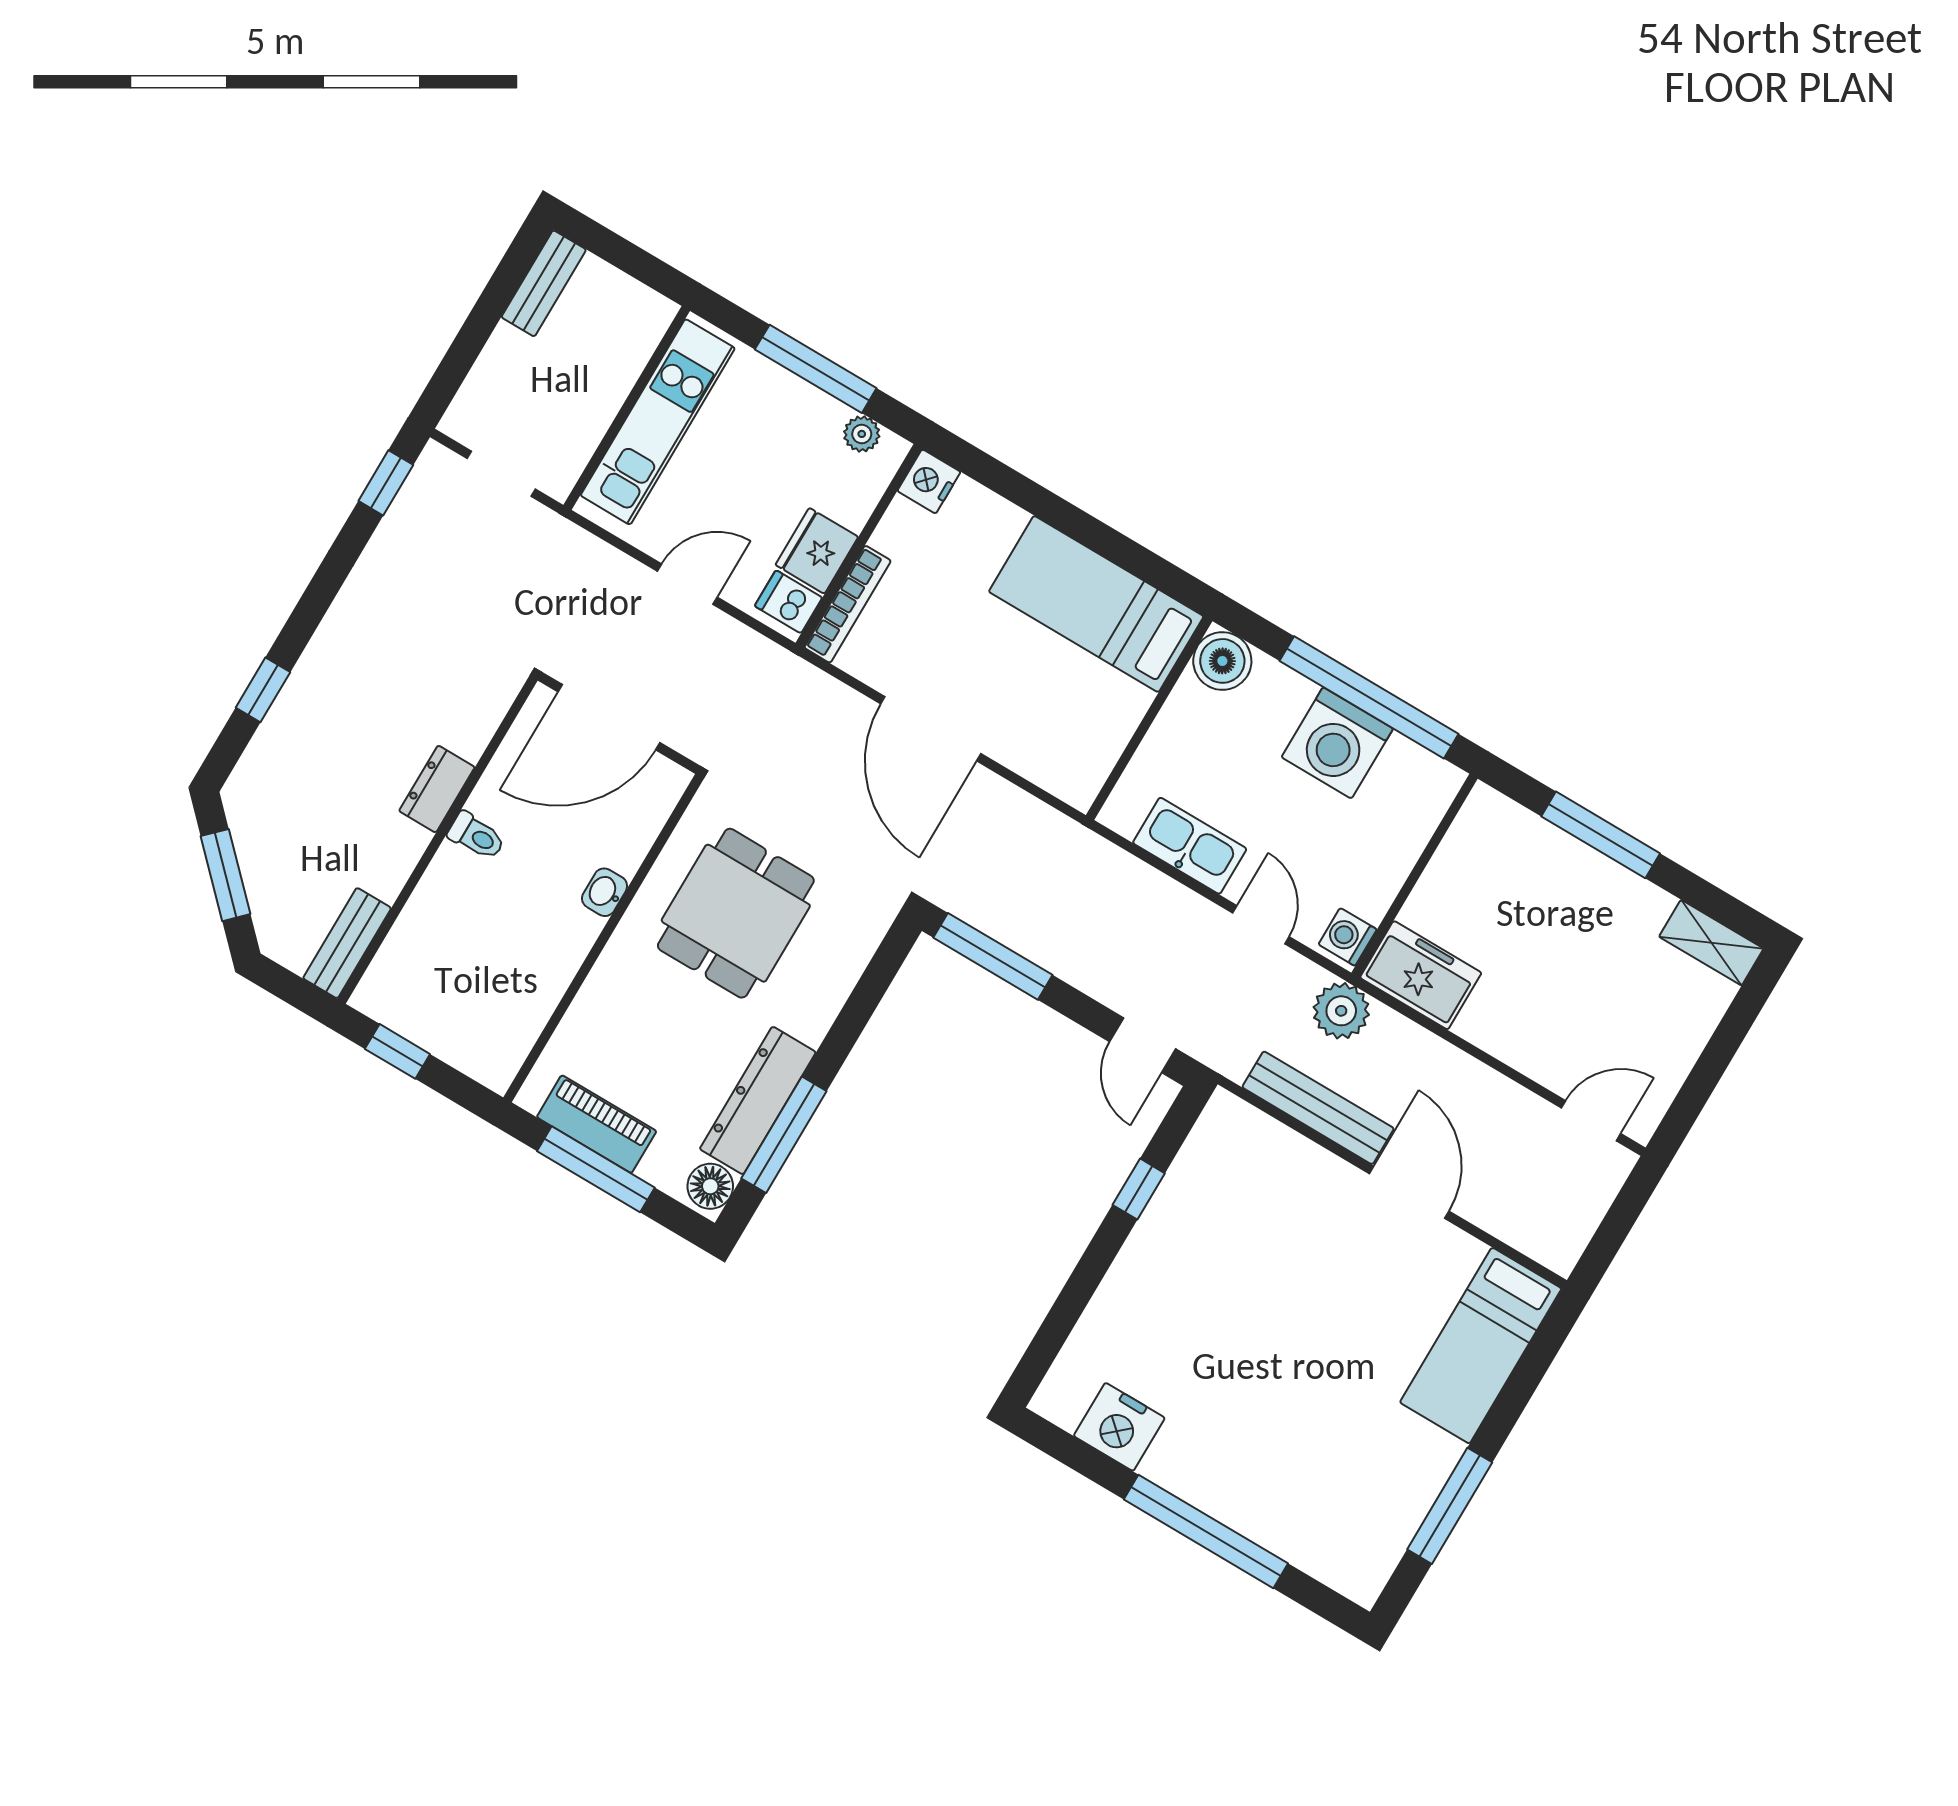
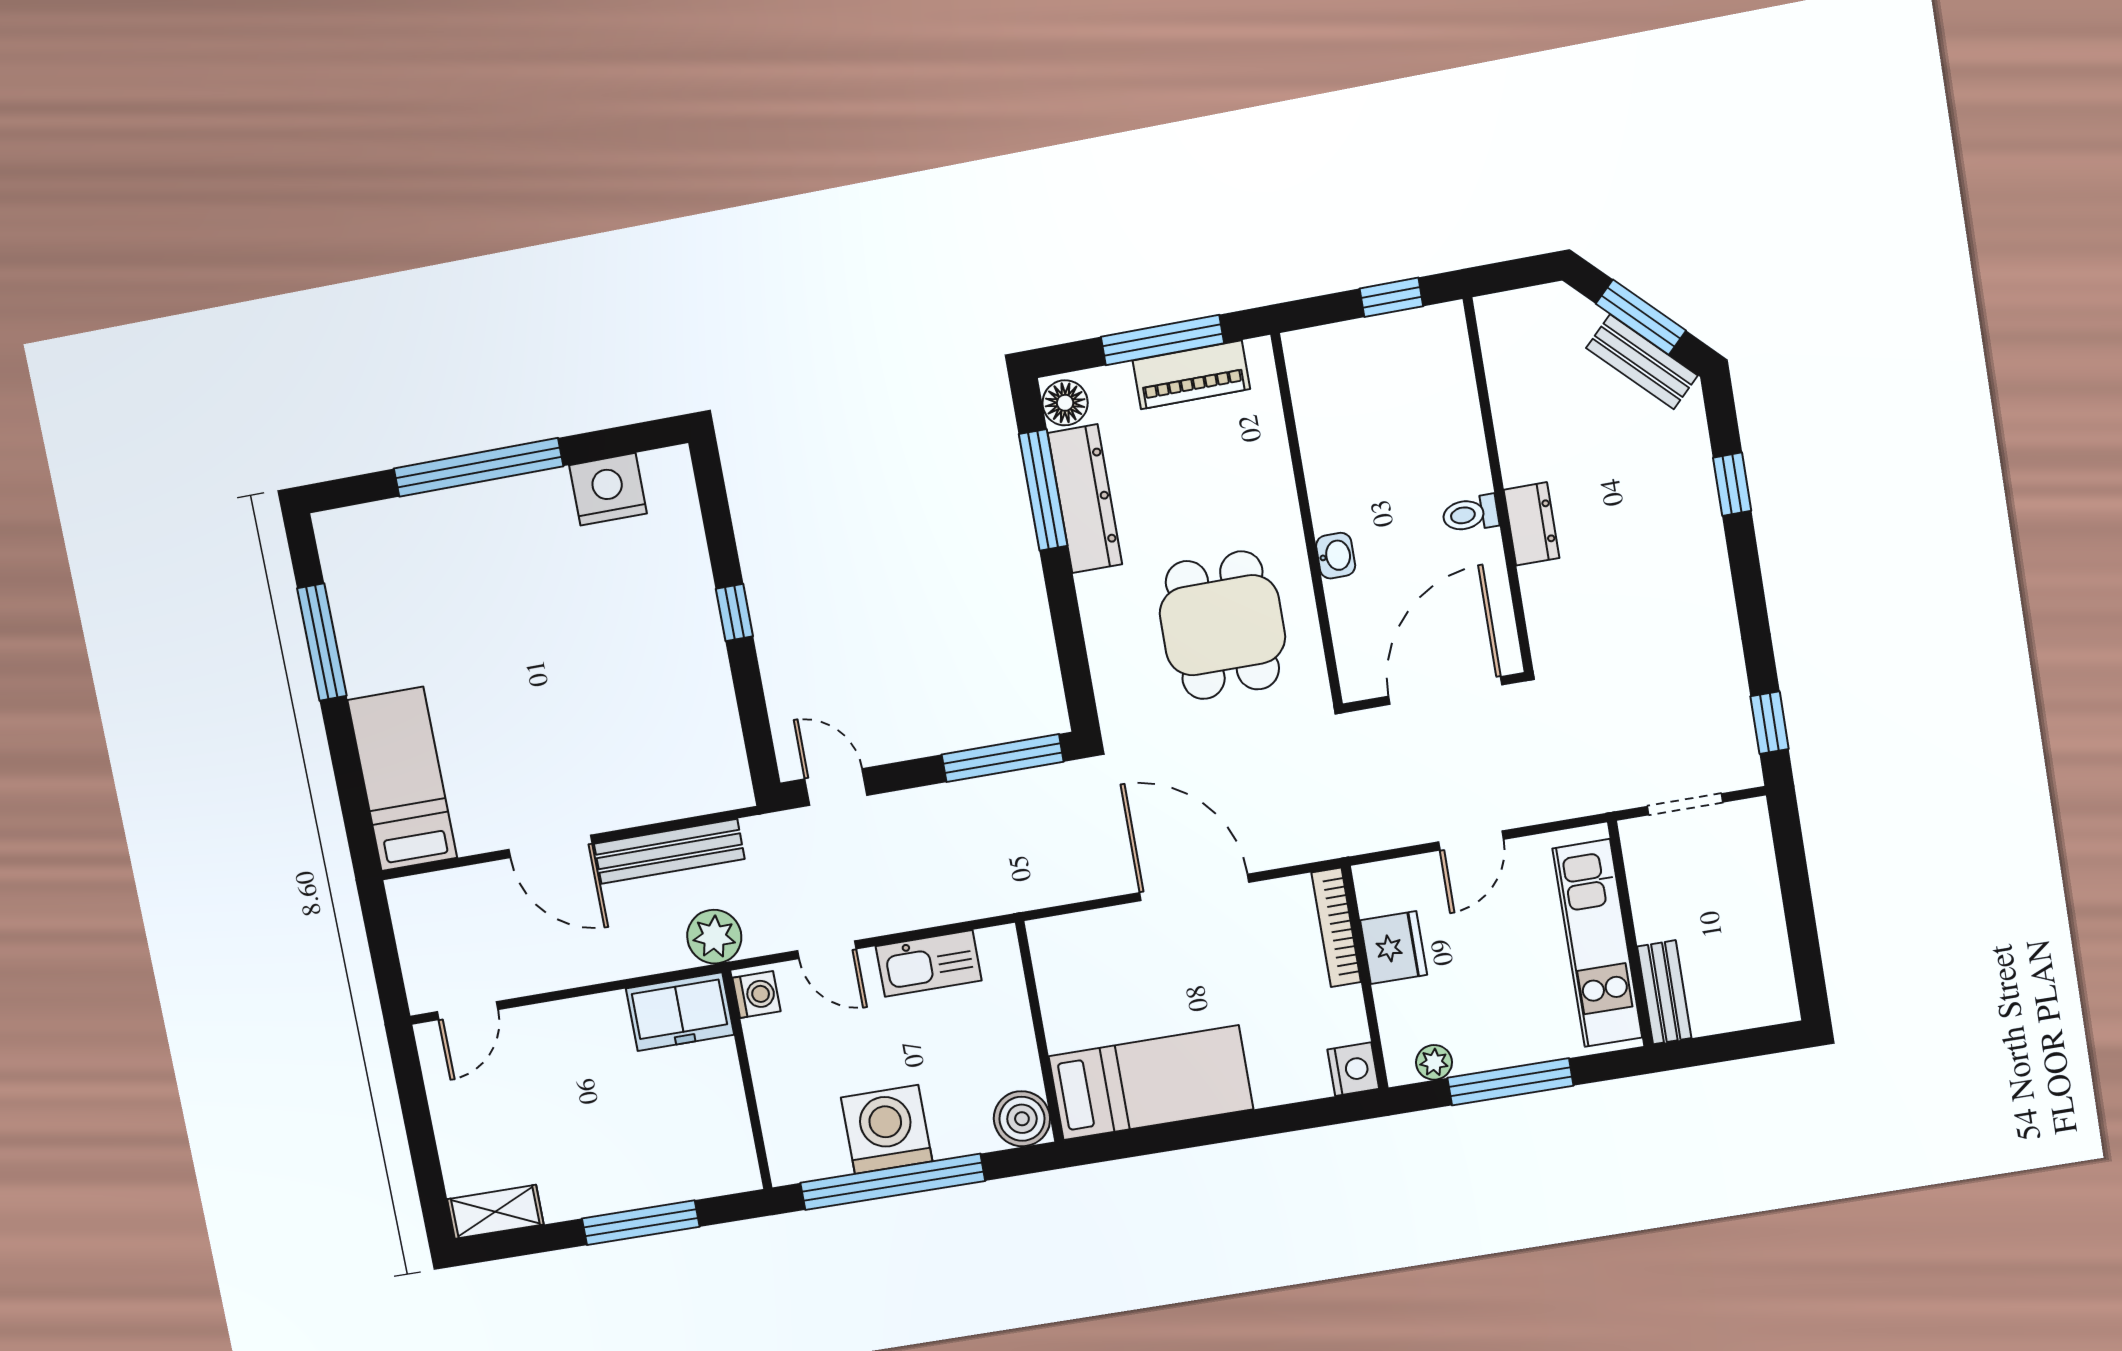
bench: (544, 283) -> (1664, 992), moved
dishwasher: (788, 602) -> (1383, 892), removed
bench: (347, 943) -> (1642, 362), moved, turned -45
window: (1139, 1189) -> (734, 612), moved

